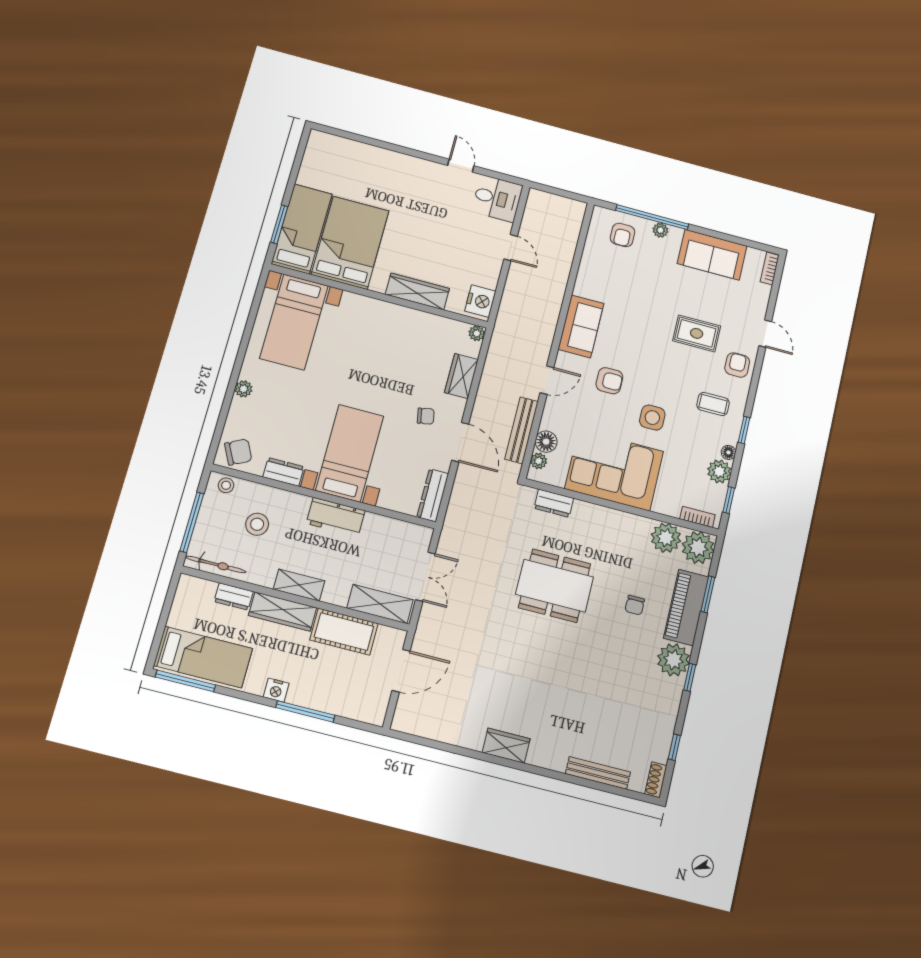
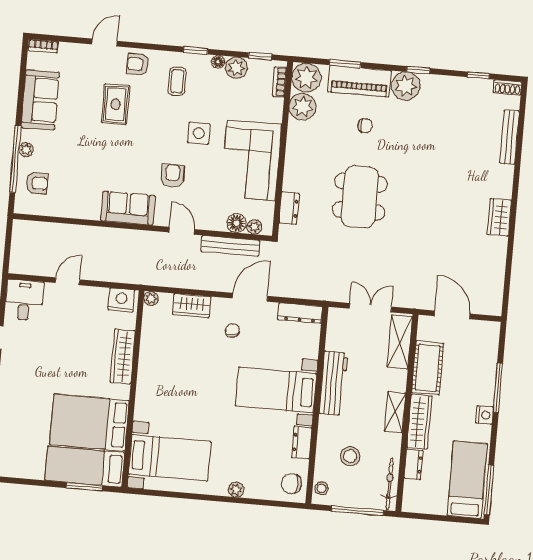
chair: (238, 452) -> (291, 484), turned -63
workbench: (336, 517) -> (333, 383), width x1.38

